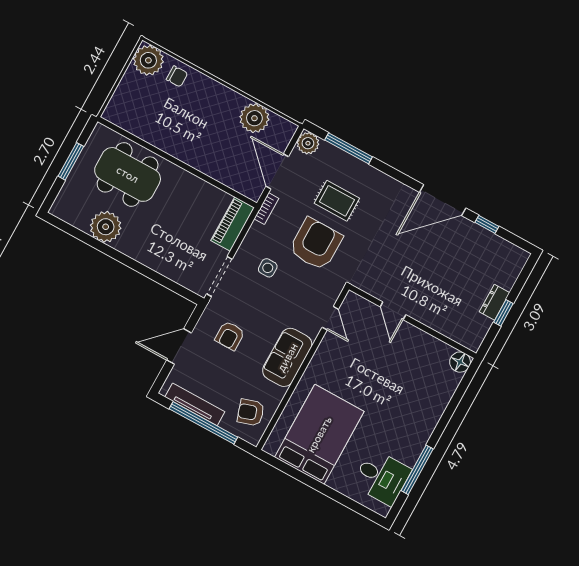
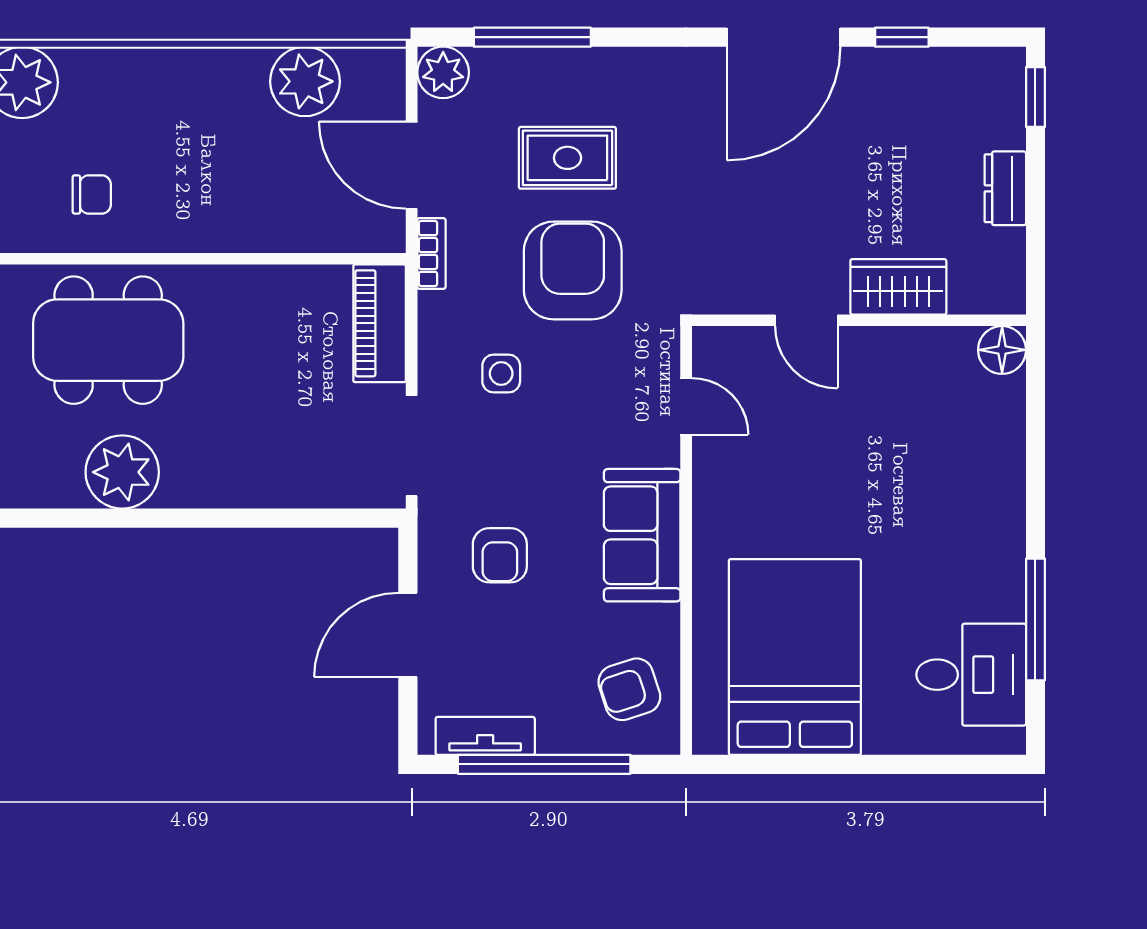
chair: (177, 76) -> (92, 194), moved
window: (503, 313) -> (1035, 97), moved
wardrobe: (434, 317) -> (898, 287), added
tv unit: (195, 404) -> (485, 736), width x0.71

